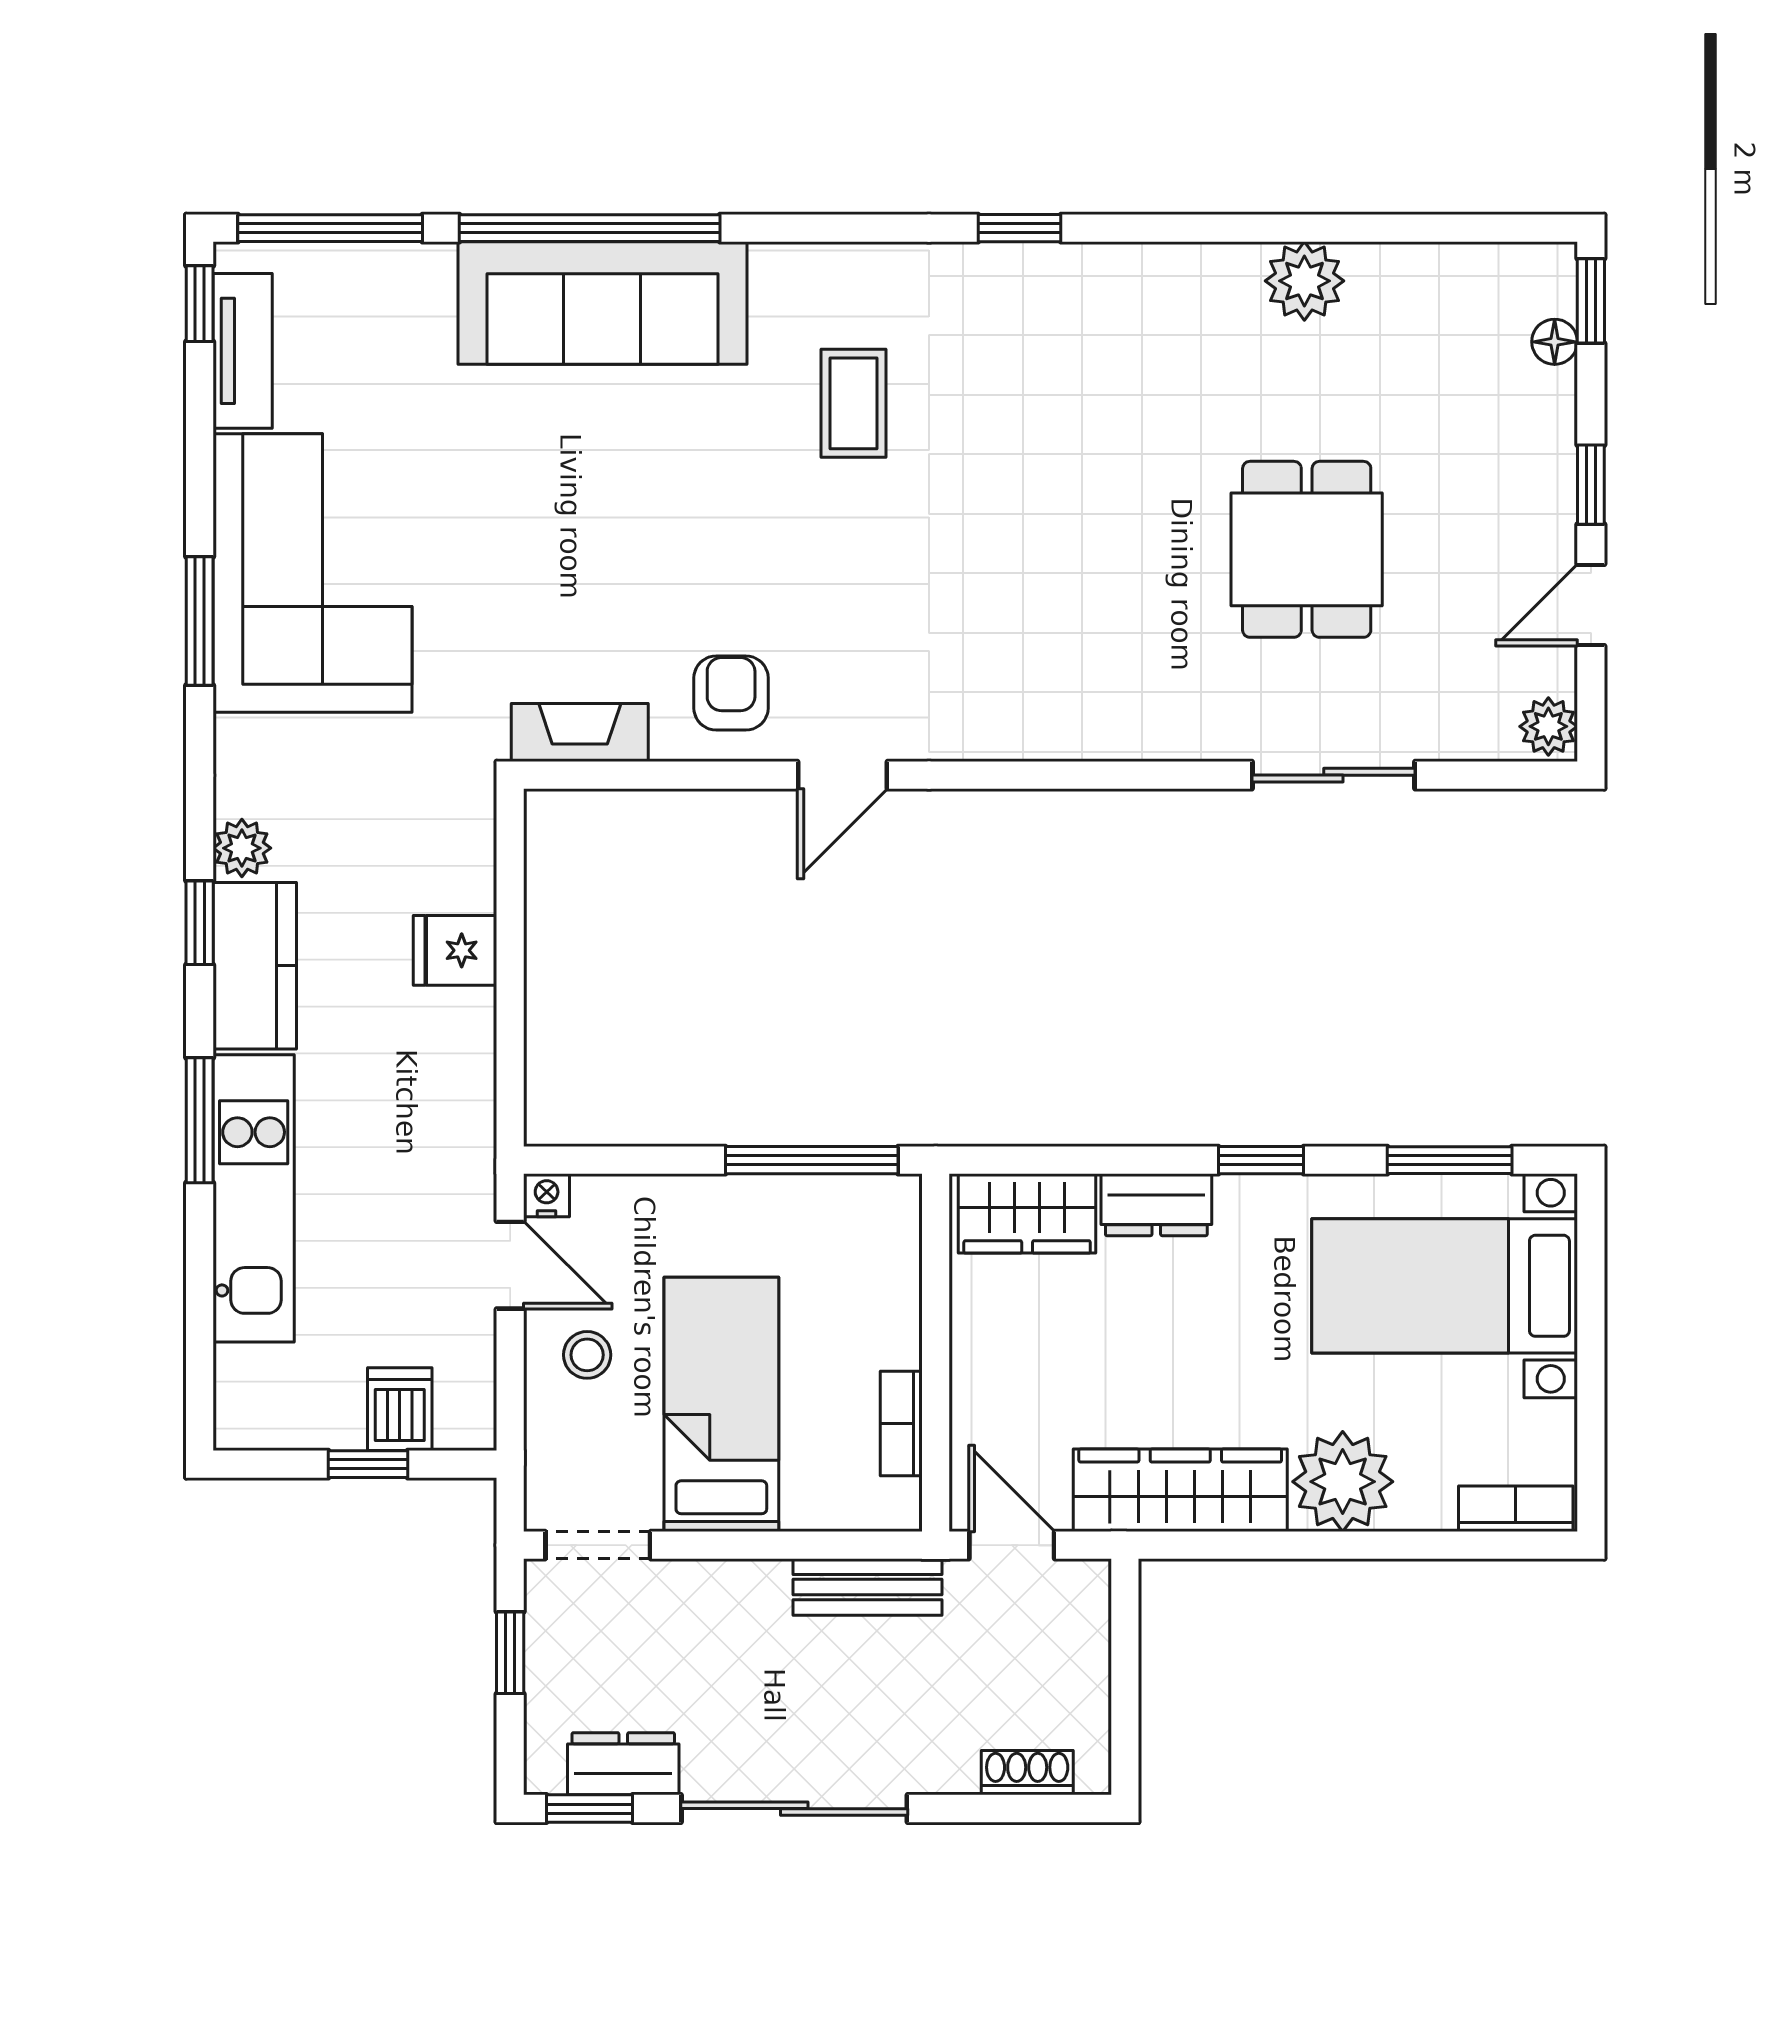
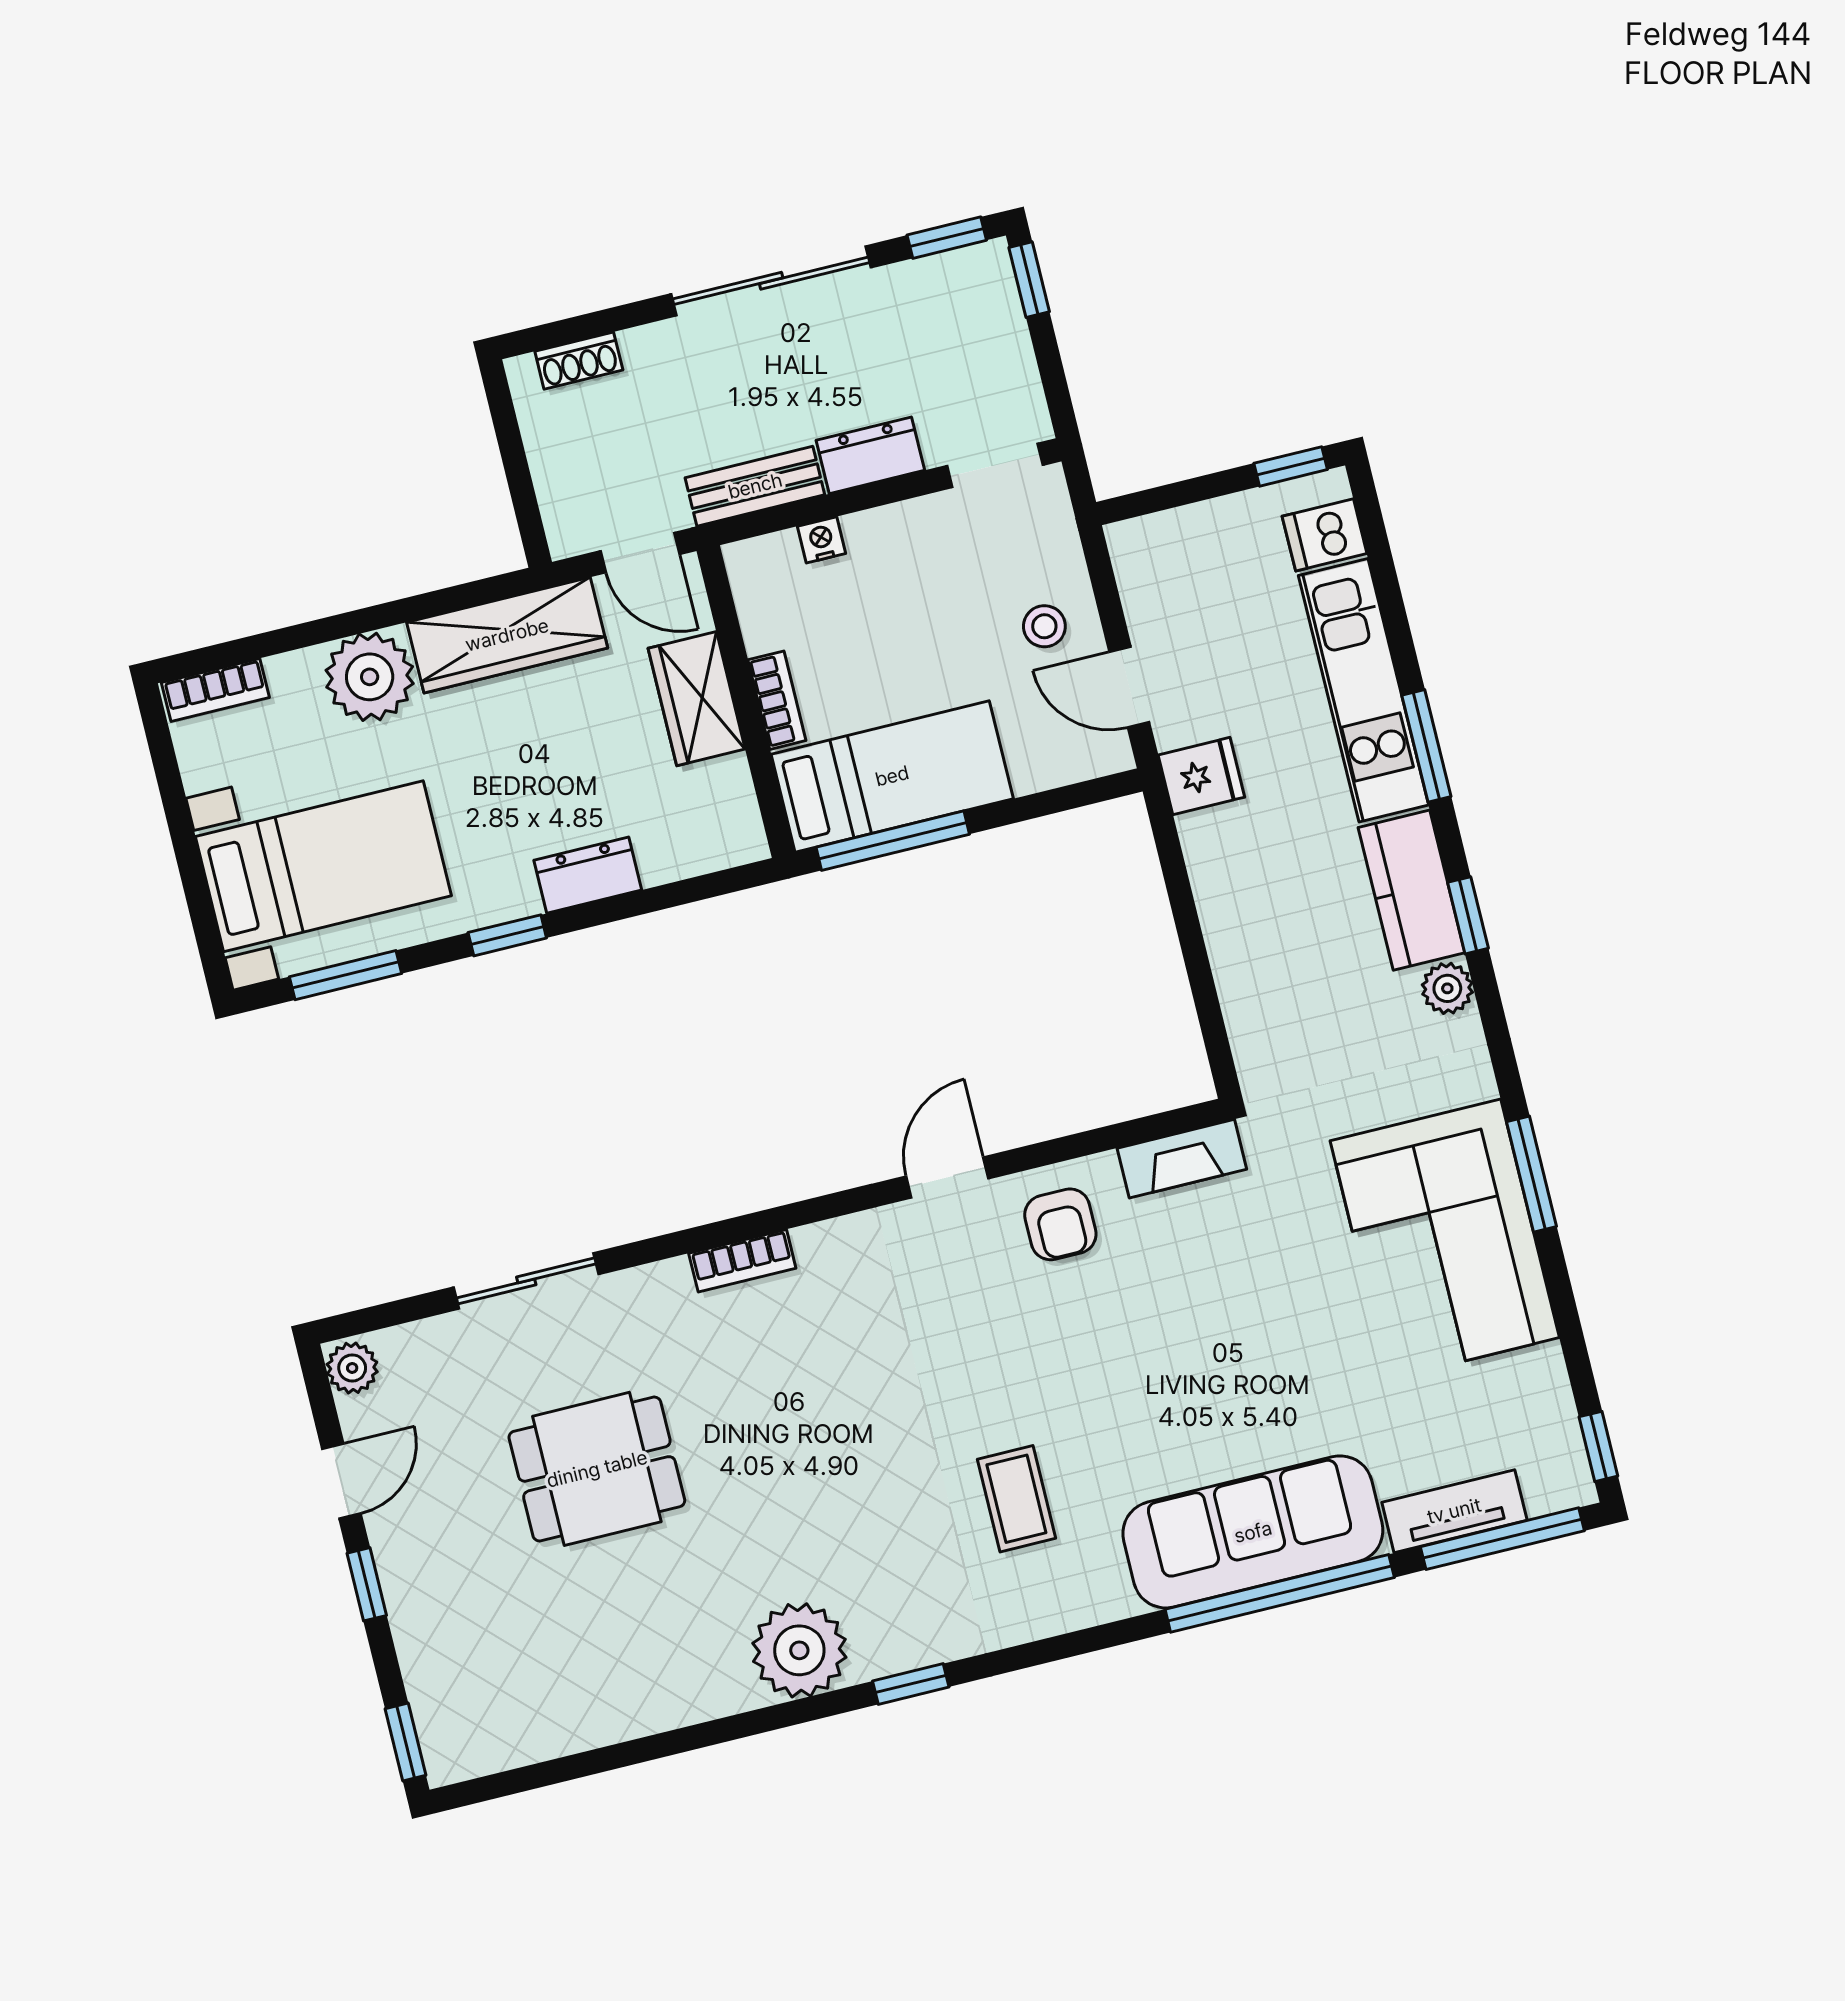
plant: (1304, 281) -> (799, 1650), moved, width x1.36, depth x1.36
floor lamp: (1555, 342) -> (428, 1699), removed
tv unit: (243, 351) -> (1454, 1511), moved, turned 90
dining table: (1307, 549) -> (597, 1469), turned 90
bookcase: (1091, 739) -> (742, 1261), added
fridge: (455, 950) -> (1201, 776), moved
nightstand: (547, 1195) -> (821, 540), moved, turned 180
wardrobe: (1027, 1213) -> (697, 699), moved, turned -90
bed: (721, 1404) -> (892, 776), moved, turned -90
dishwasher: (400, 1409) -> (1325, 535), moved, turned 90
bookcase: (901, 1423) -> (777, 700), moved
window: (368, 1464) -> (1291, 466), moved
window: (510, 1653) -> (1029, 280), moved
dresser: (623, 1764) -> (870, 455), moved, turned 180

